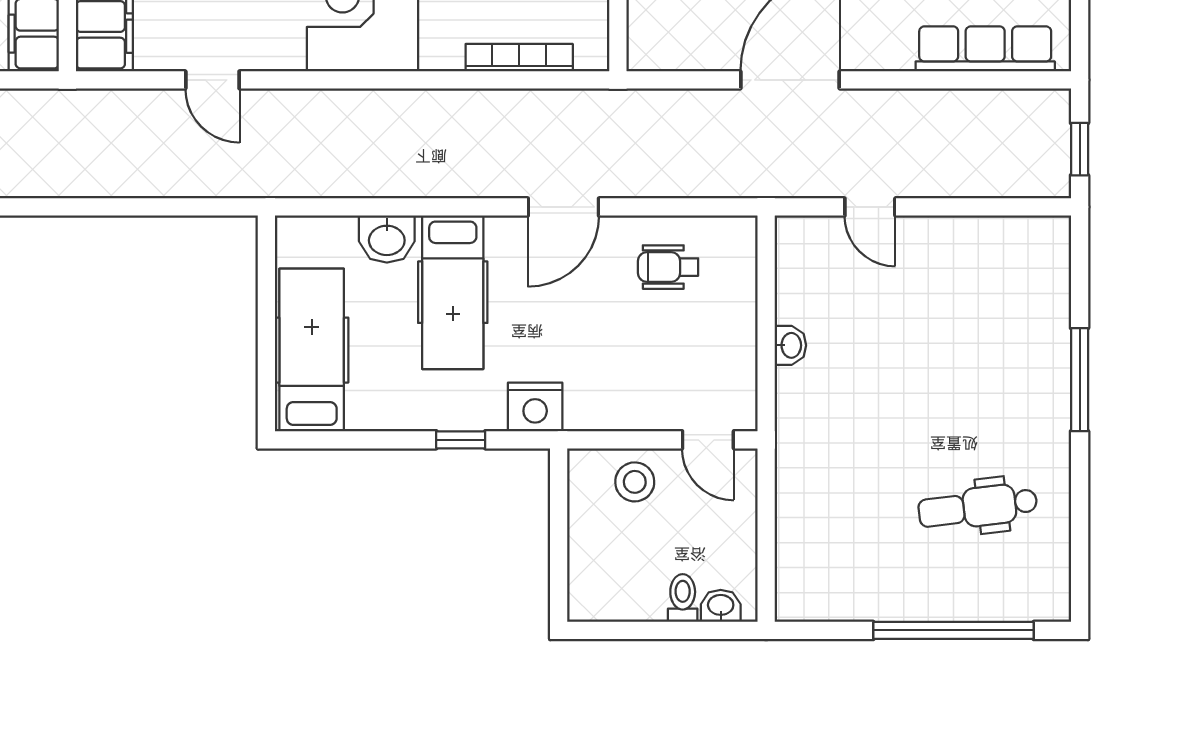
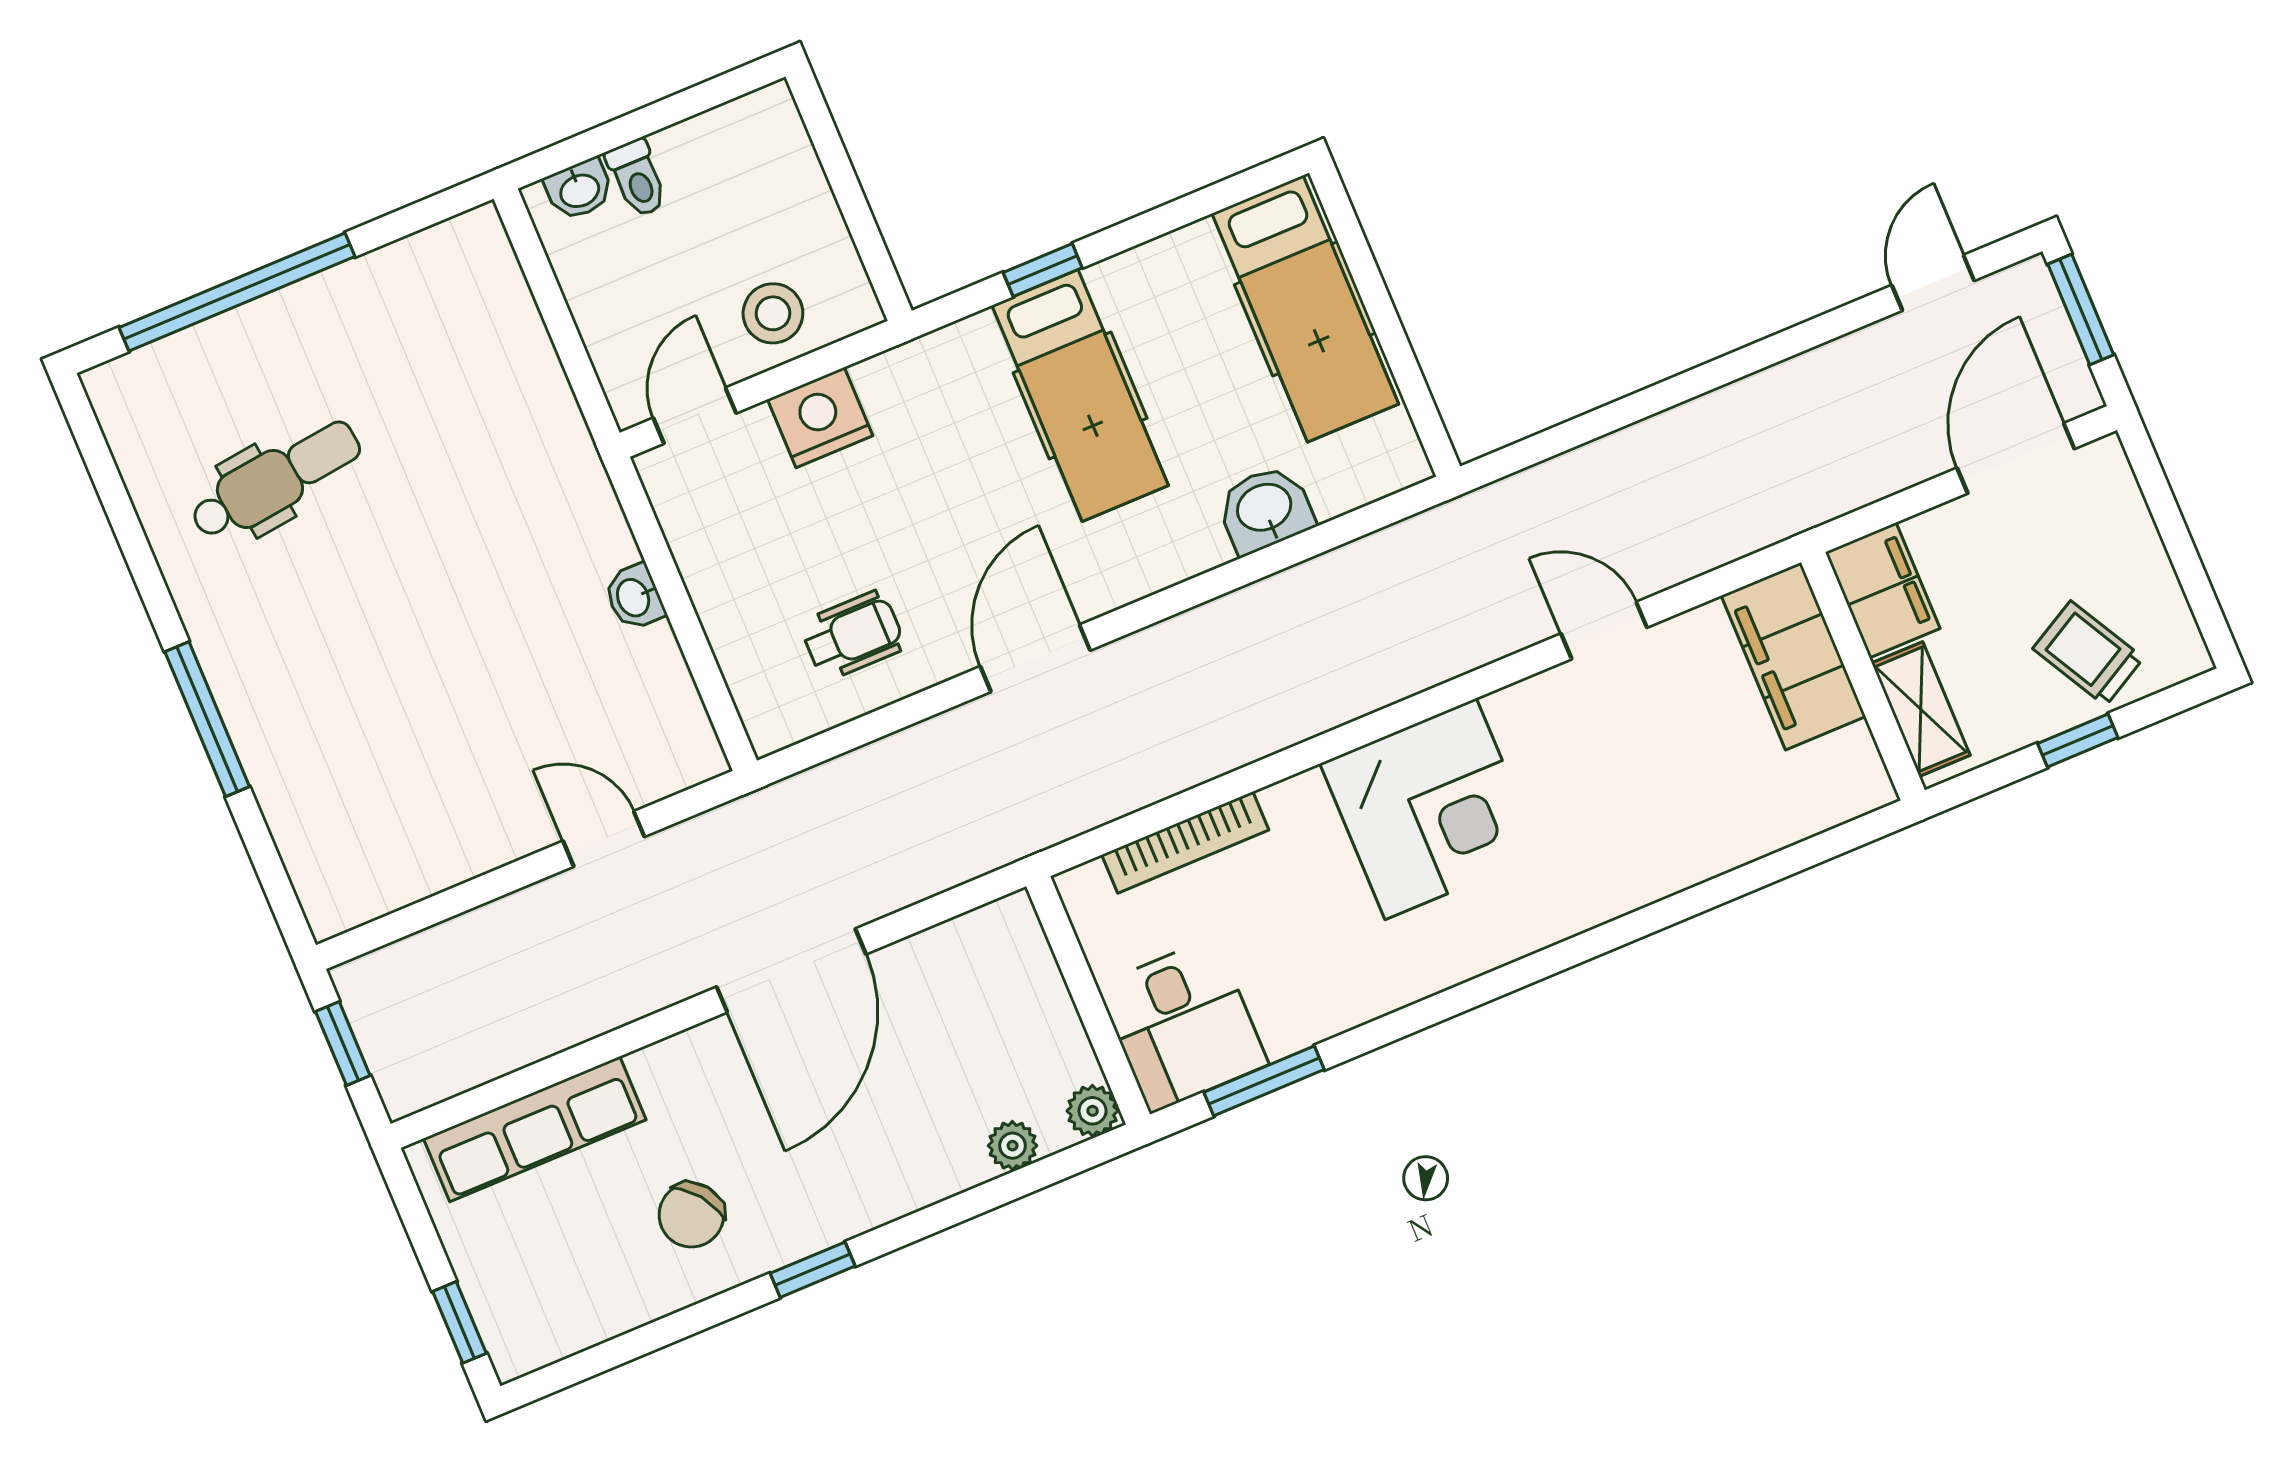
hospital bed: (453, 292) -> (1080, 395), moved, turned 180
nightstand: (535, 407) -> (820, 418), moved
door: (708, 440) -> (695, 416), hinge flipped

